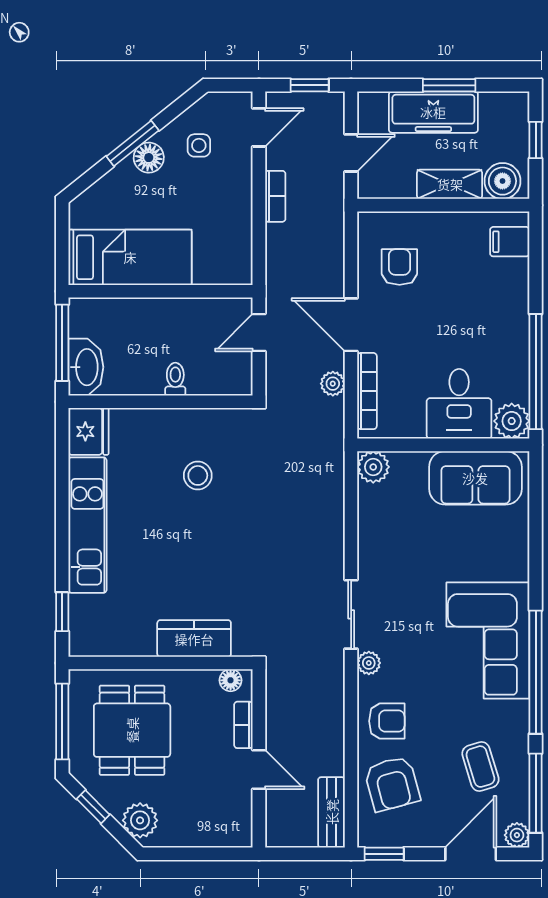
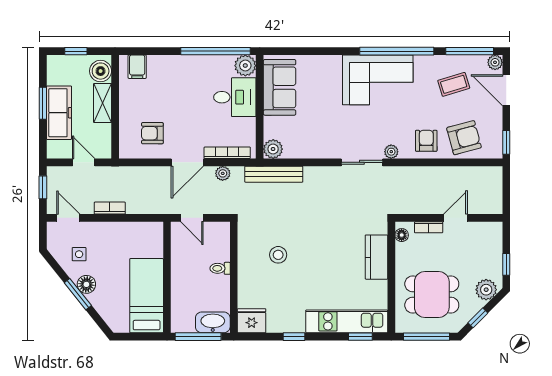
window: (62, 502) -> (294, 337), added
kitchen unit: (87, 525) -> (347, 321), moved
bench: (332, 812) -> (274, 174), moved, width x1.36
window: (182, 854) -> (506, 264), added

